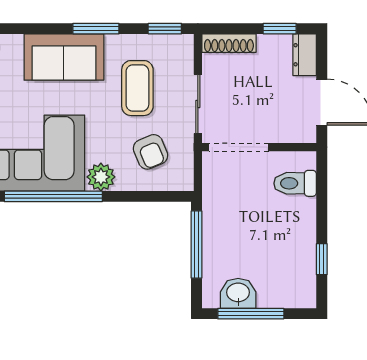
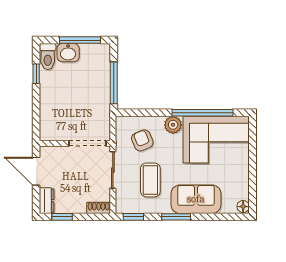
shoe rack: (229, 43) -> (99, 208), width x0.70
toilet: (295, 183) -> (48, 57), moved, turned 90
washbasin: (238, 293) -> (68, 53), moved

